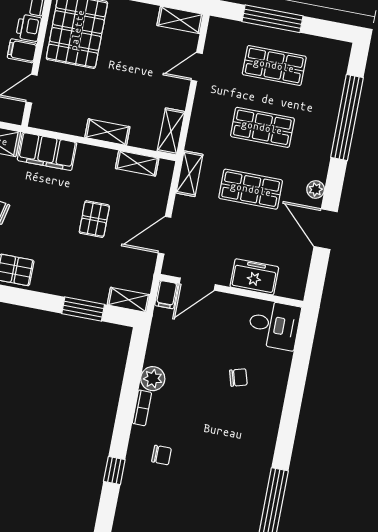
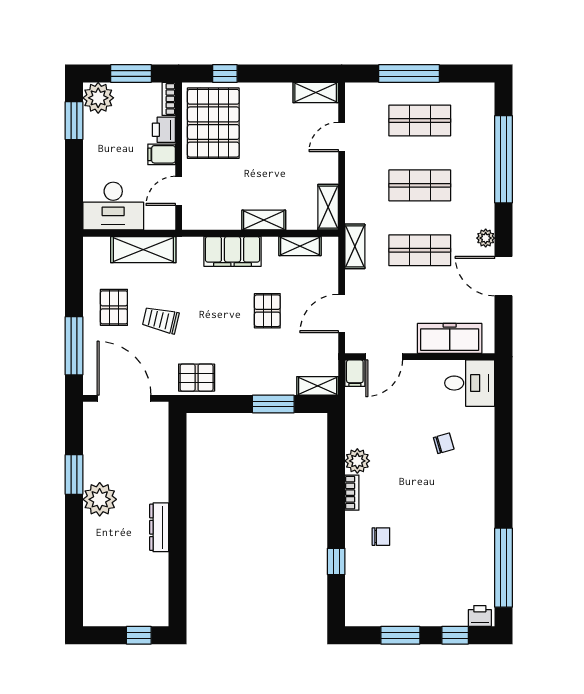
filing cabinet: (47, 151) -> (233, 251), moved
freezer: (254, 277) -> (450, 338), width x1.40

